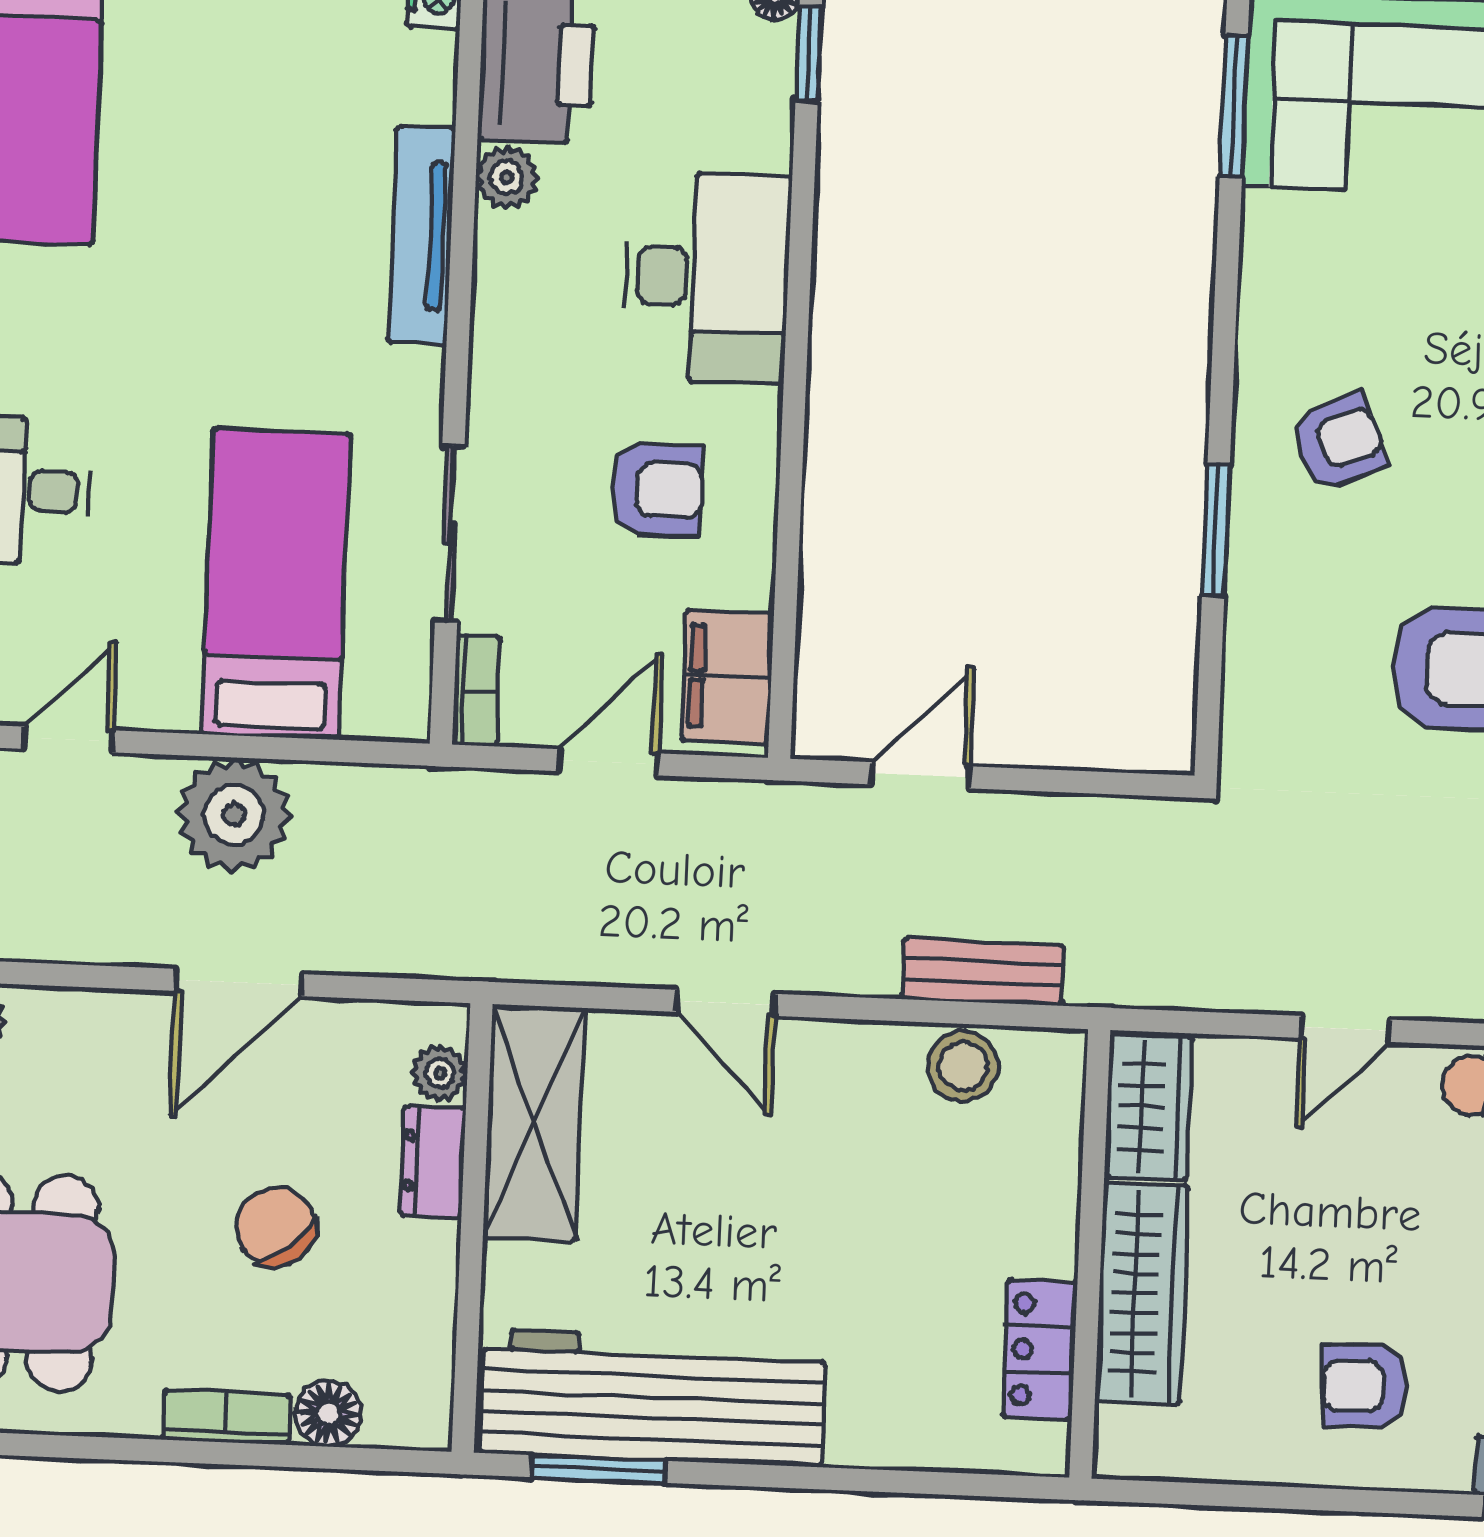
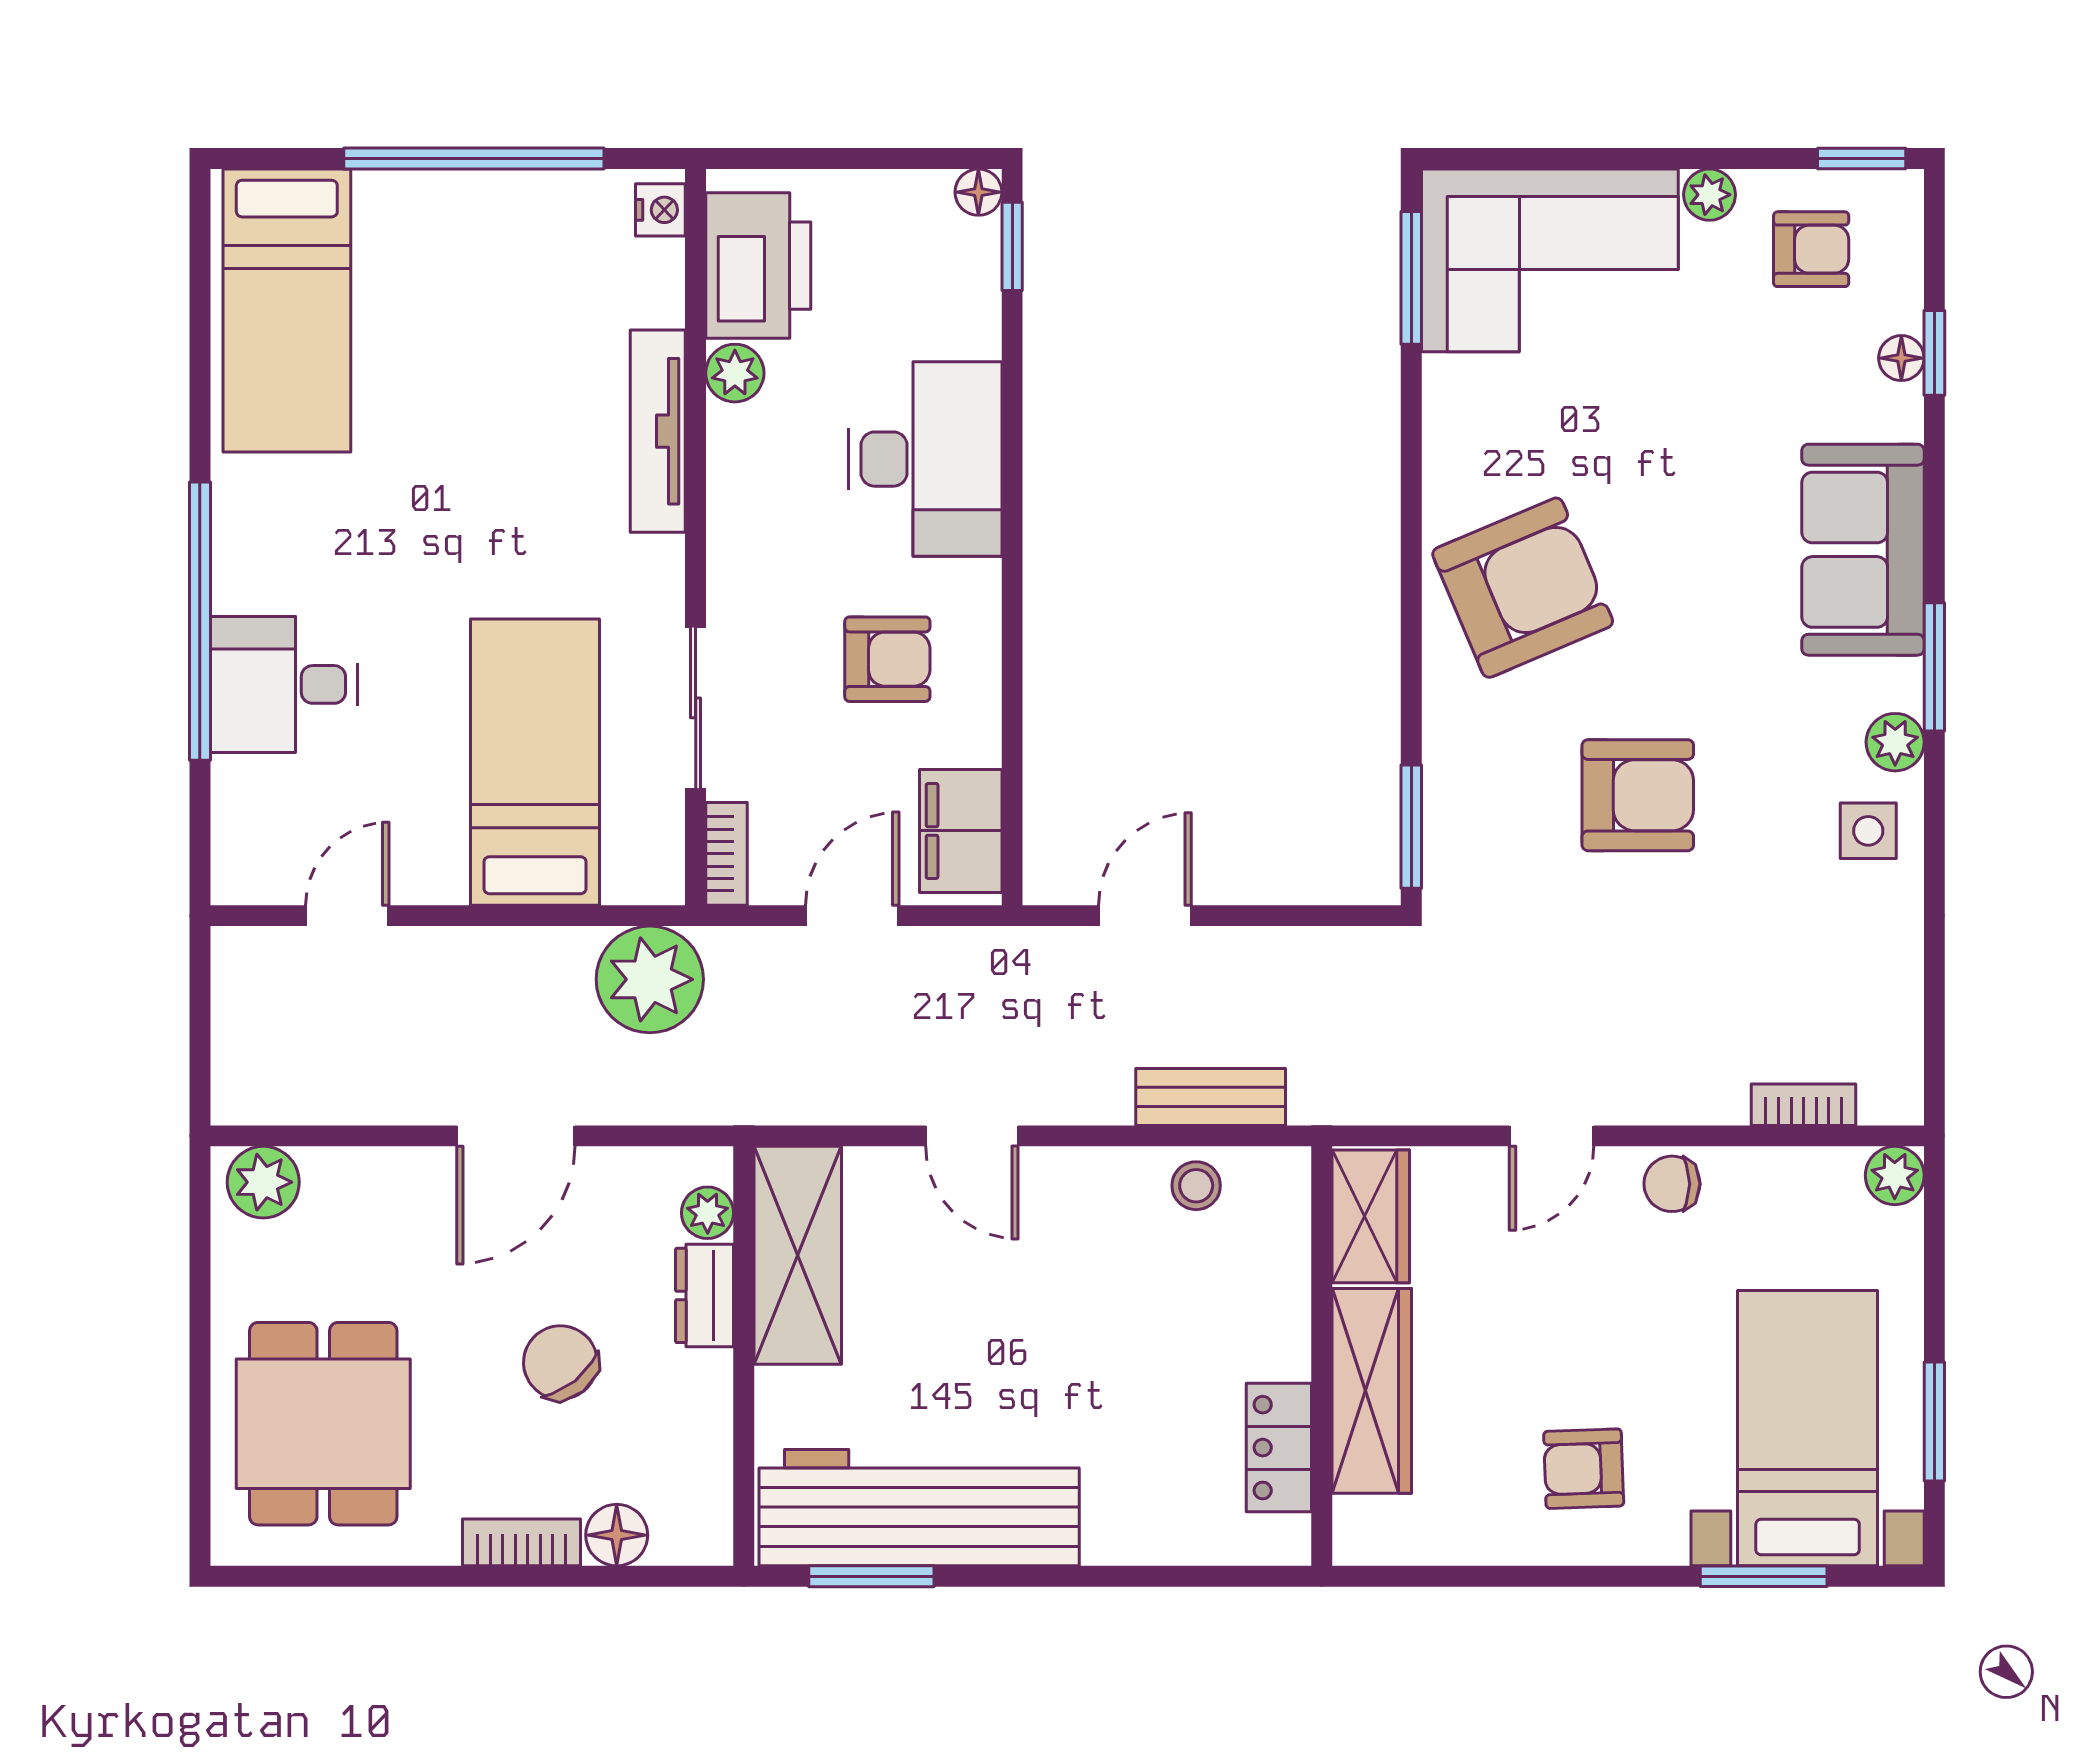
armchair: (1339, 442) -> (1523, 588), width x1.88, depth x1.88
window: (1216, 530) -> (1411, 827), moved
plant: (234, 815) -> (650, 979), moved
stool: (963, 1066) -> (1196, 1186), width x0.73, depth x0.73

